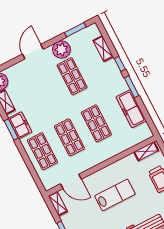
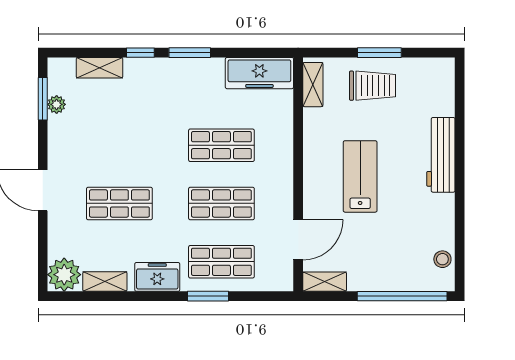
plant: (61, 50) -> (57, 104), moved, width x0.53, depth x0.53
shop shelf: (72, 76) -> (119, 203), moved
freezer: (131, 109) -> (259, 73), moved
window: (11, 130) -> (208, 296), moved

